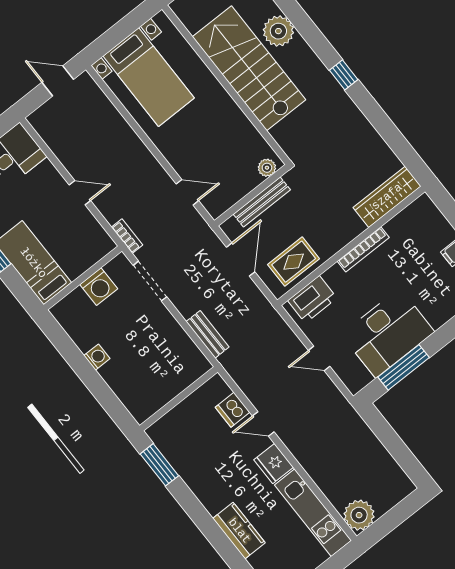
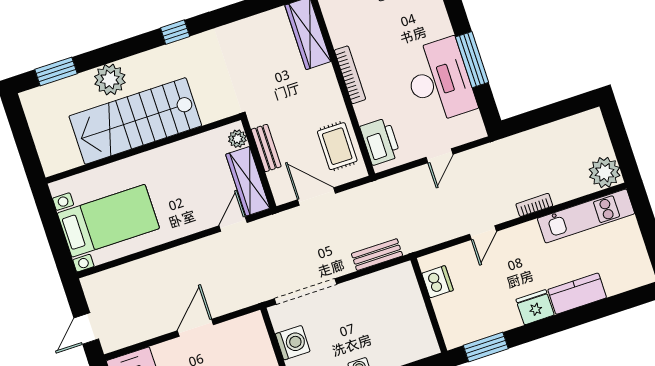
door: (58, 81) -> (86, 329), moved
wardrobe: (231, 192) -> (248, 181), added
door: (80, 193) -> (195, 328), width x1.38
bench: (262, 202) -> (266, 148), width x0.73
bookcase: (127, 236) -> (534, 205), moved
doorway: (150, 281) -> (305, 291), width x1.36
window: (404, 367) -> (472, 60), moved
dishwasher: (233, 410) -> (438, 282), moved, turned -90
fridge: (274, 464) -> (535, 307), moved, turned 180

